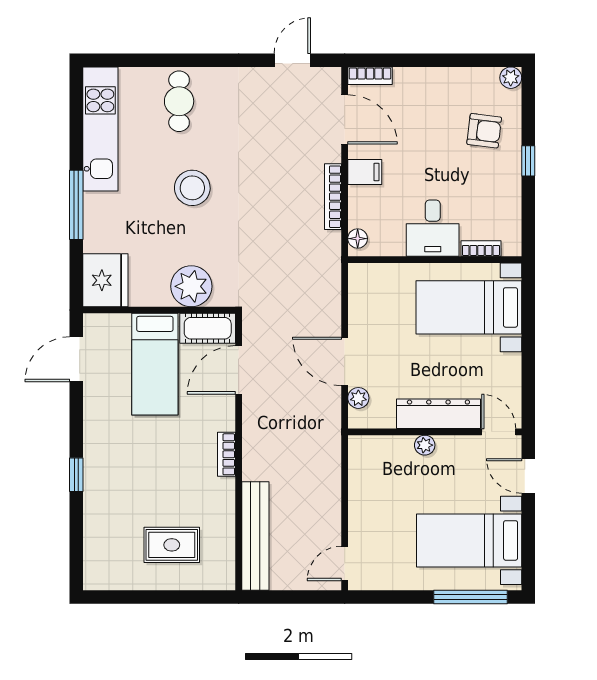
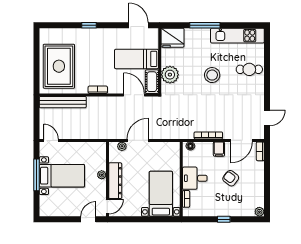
door: (292, 60) -> (267, 118), hinge flipped
armchair: (484, 131) -> (231, 178), moved, turned 120
bed with nightstands: (469, 540) -> (62, 176), moved, turned 90
rug: (172, 545) -> (59, 66), width x1.86, depth x2.06
window: (471, 597) -> (37, 175), moved

